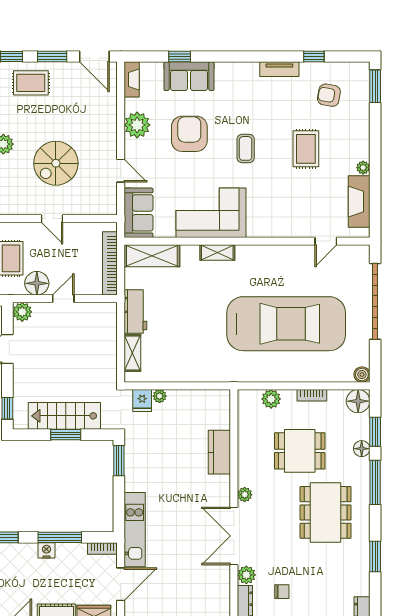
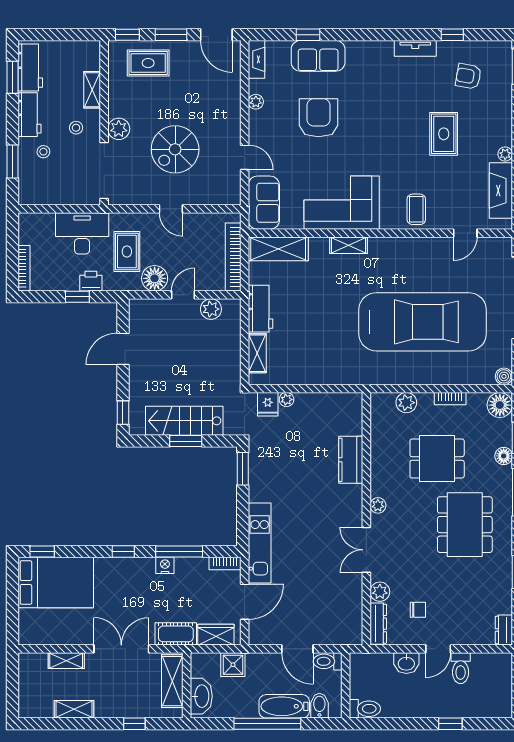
plant: (137, 125) -> (256, 102), width x0.53, depth x0.53
coffee table: (246, 148) -> (416, 209), moved
plant: (22, 312) -> (211, 309), moved
double door: (234, 536) -> (366, 550), width x0.73

